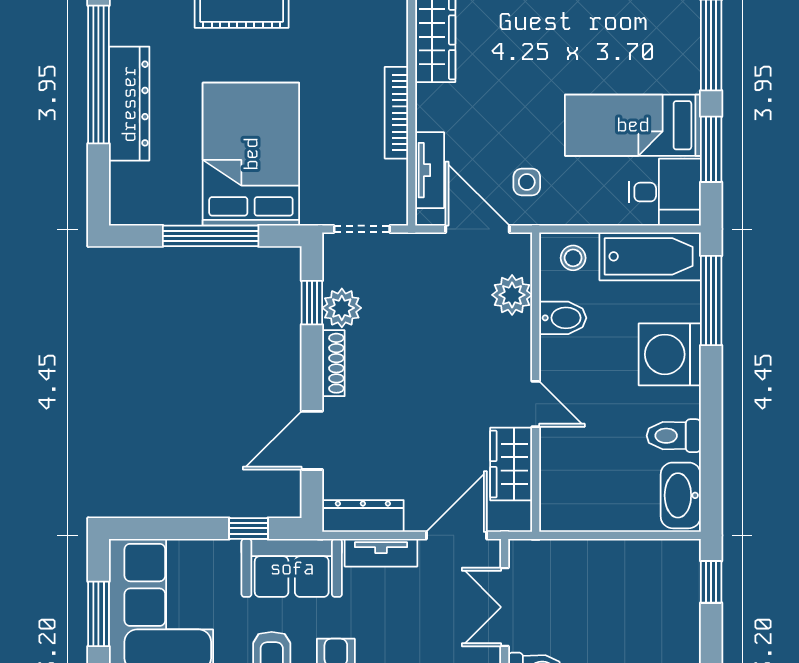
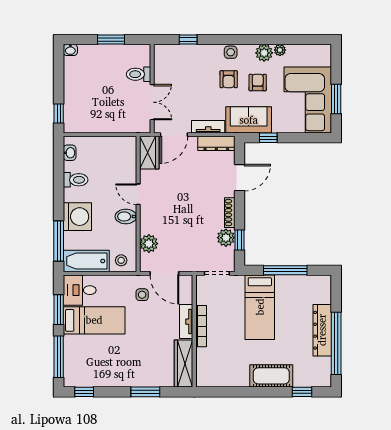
bed: (251, 154) -> (260, 307), width x0.67
tv unit: (430, 170) -> (186, 322), moved
bidet: (563, 318) -> (126, 216), moved
wardrobe: (511, 464) -> (149, 153), moved
washbasin: (681, 495) -> (70, 153), width x0.52, depth x0.69

